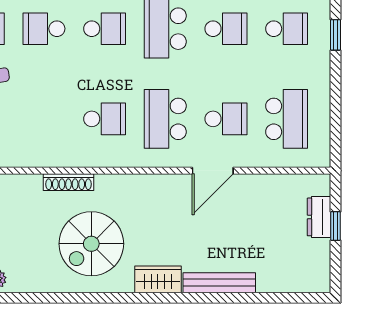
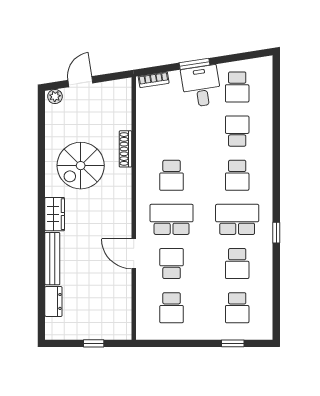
school desk: (226, 119) -> (172, 264), turned 180
school desk: (287, 119) -> (172, 308), width x0.54
dresser: (319, 217) -> (53, 301), moved, turned 90
spiral stairs: (91, 244) -> (81, 166), turned -90

